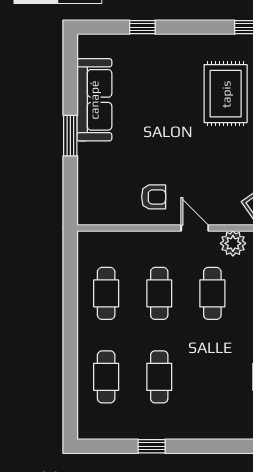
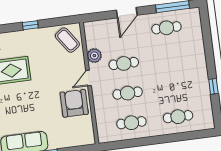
armchair: (154, 197) -> (74, 103), width x1.88, depth x1.88
cafe table: (159, 377) -> (174, 87), removed

